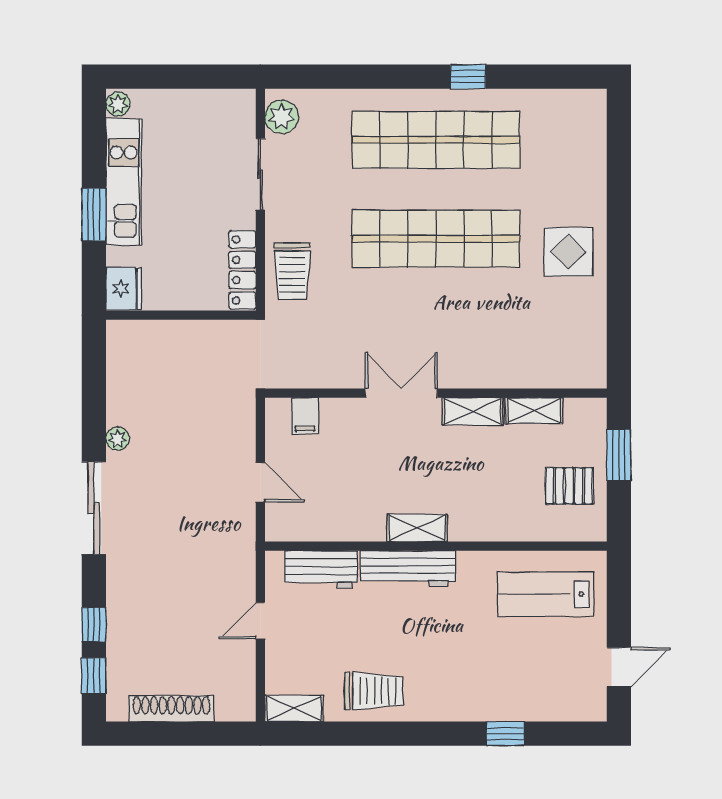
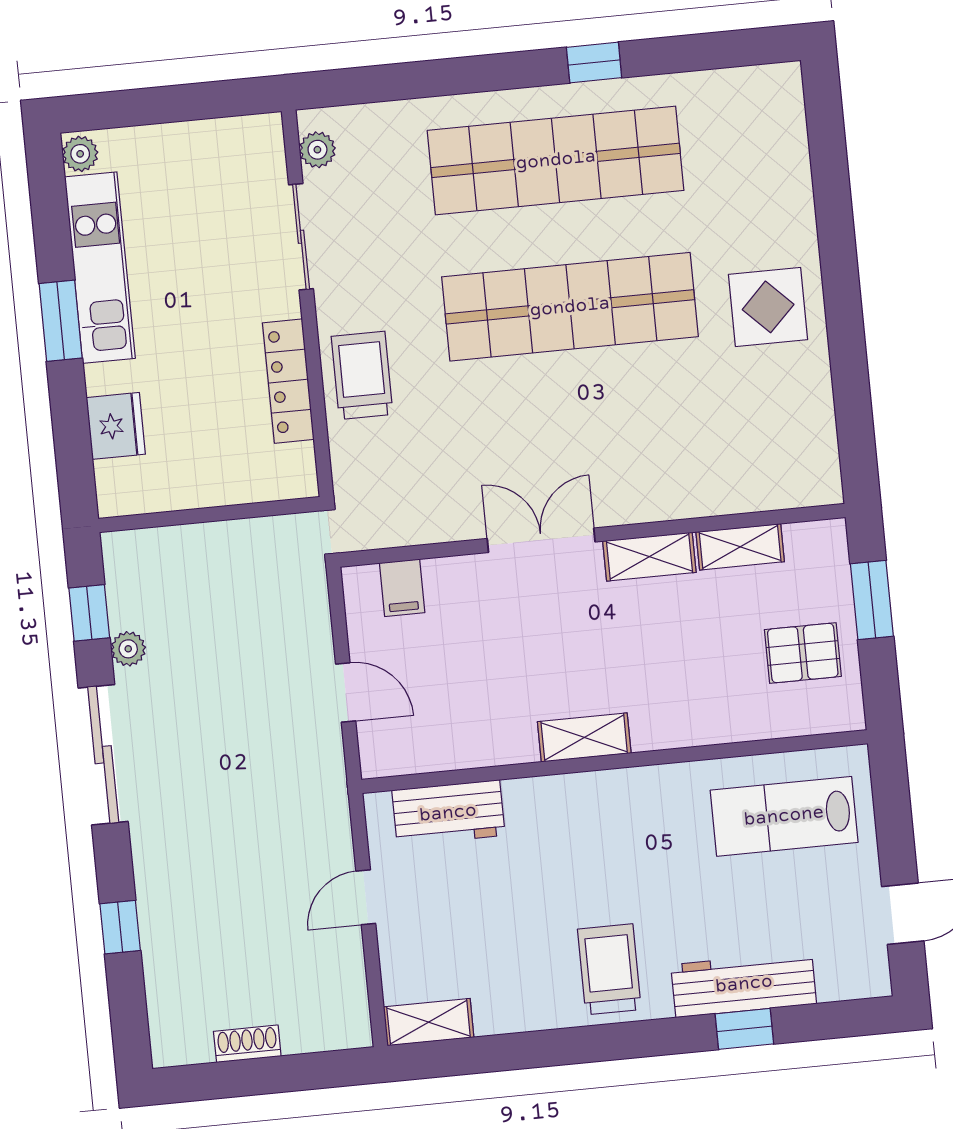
plant: (282, 117) -> (317, 150), width x0.73, depth x0.73
trolley: (292, 271) -> (362, 375), turned 180
wall: (181, 315) -> (210, 515), moved
workbench: (408, 569) -> (744, 984), moved, turned 180
window: (94, 676) -> (89, 613), moved
trolley: (374, 691) -> (609, 969), moved, turned -90
shoe rack: (171, 709) -> (247, 1044), width x0.51, depth x0.81

